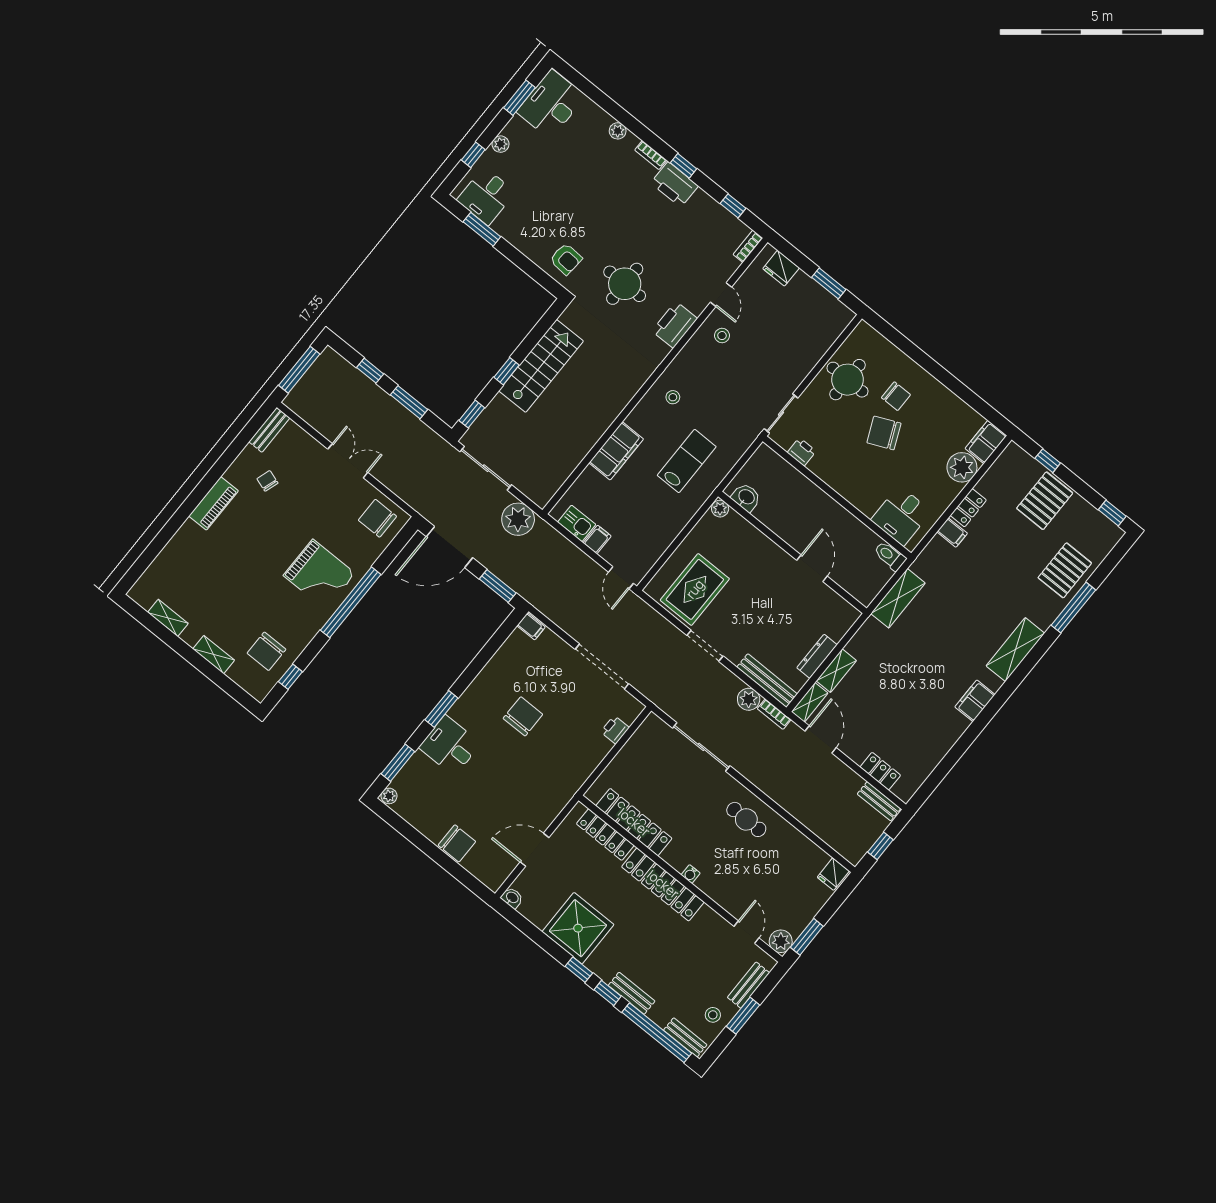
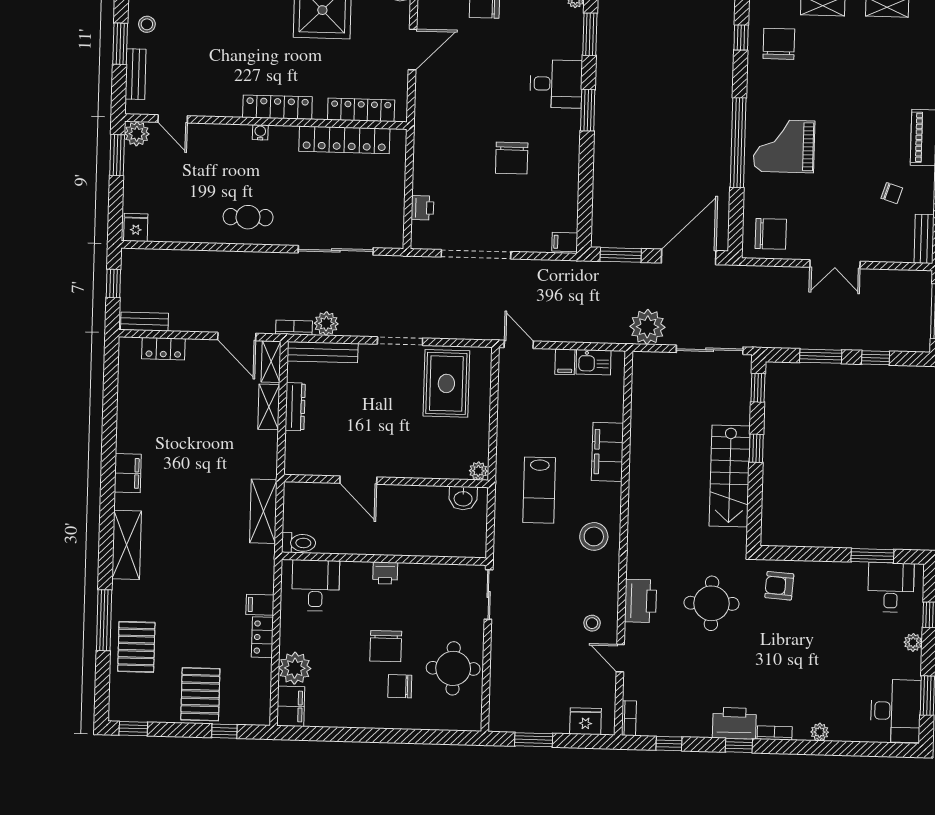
stool: (673, 397) -> (594, 536), width x1.89, depth x1.89
chair: (884, 433) -> (386, 646), turned 114
printer: (802, 452) -> (385, 573), moved
locker: (663, 884) -> (277, 107), width x0.71, depth x0.83

